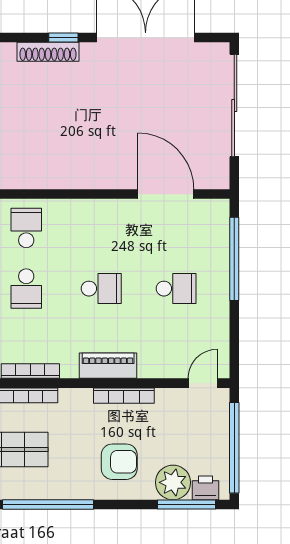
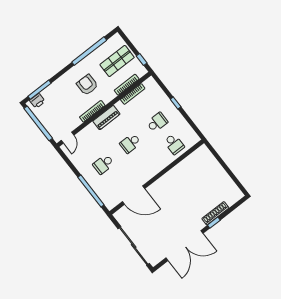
school desk: (26, 289) -> (157, 122), turned 90
armchair: (119, 462) -> (87, 85), moved, turned 90
plant: (173, 482) -> (51, 94), removed

